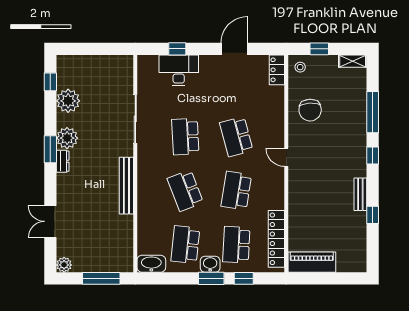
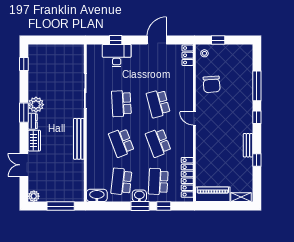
shelving: (353, 61) -> (241, 197), moved
plant: (68, 101) -> (37, 78), removed
wardrobe: (65, 188) -> (34, 141), added
school desk: (236, 191) -> (158, 143), turned -30

